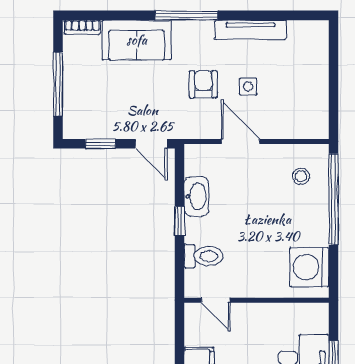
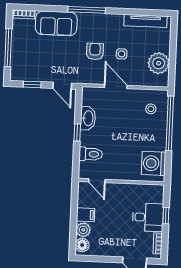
tv unit: (250, 30) -> (146, 21), moved
plant: (311, 99) -> (159, 63), added

